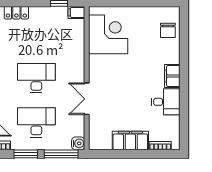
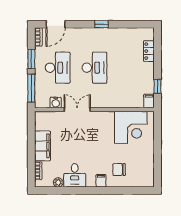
chair: (168, 30) -> (119, 170), moved
filing cabinet: (172, 76) -> (101, 181), width x0.50
plant: (174, 122) -> (58, 182), added
water cooler: (78, 143) -> (56, 102), moved

